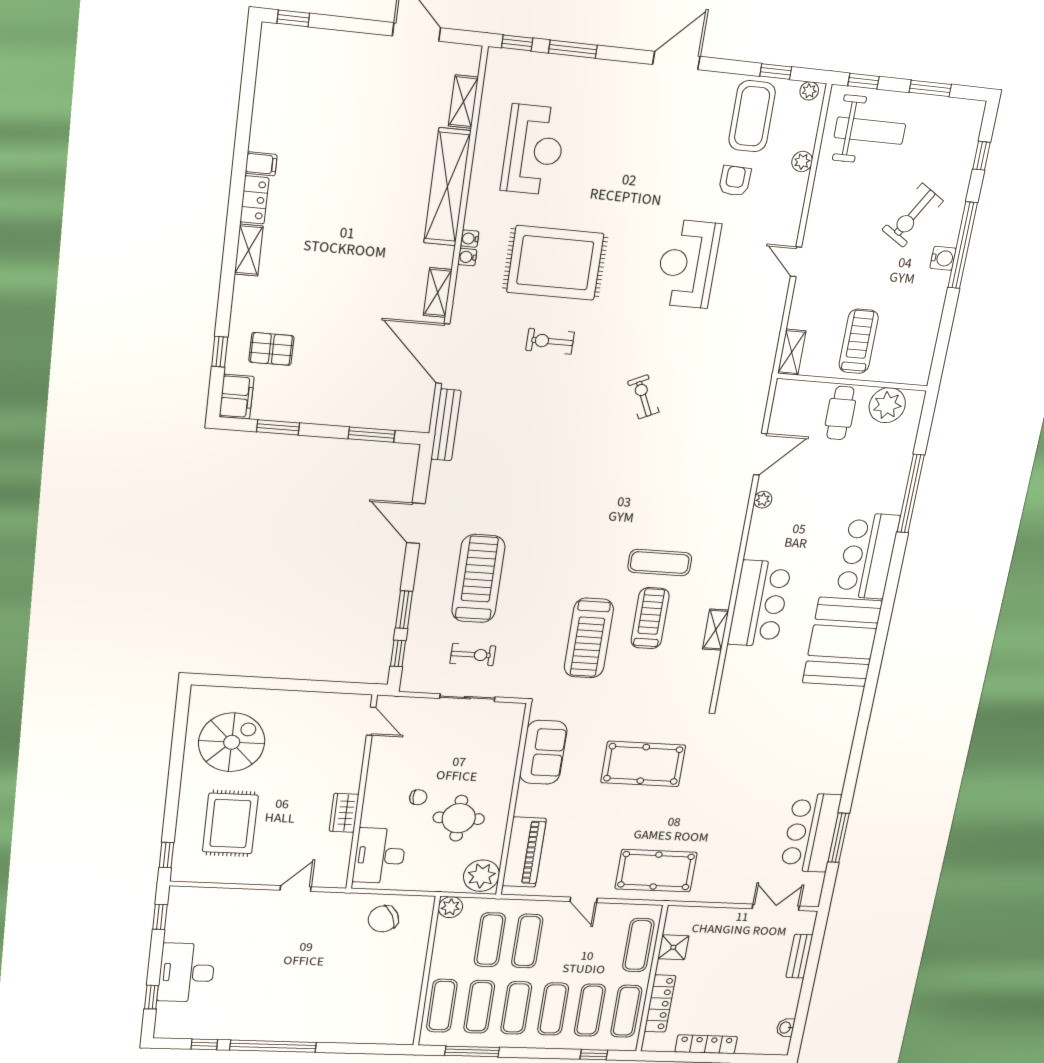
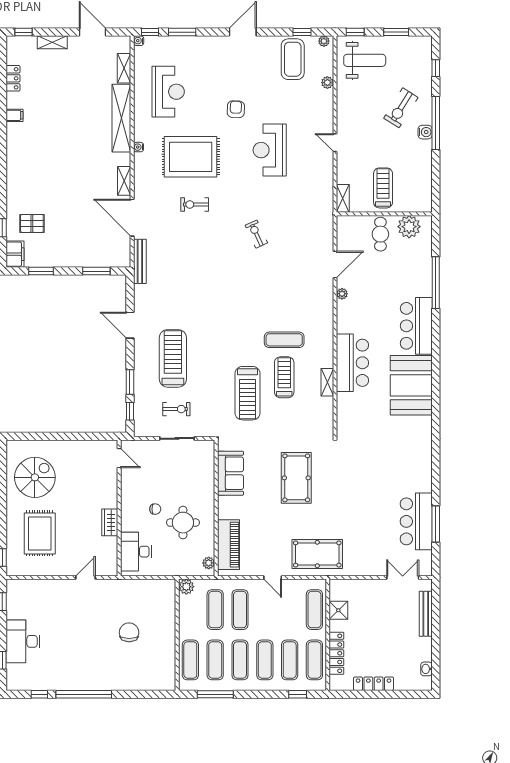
armchair: (735, 181) -> (236, 109), moved
locker: (254, 200) -> (13, 78), moved
shelving: (249, 250) -> (52, 42), moved, turned 90
water cooler: (467, 257) -> (139, 41), moved
pool table: (643, 764) -> (296, 478), turned 90
plant: (481, 876) -> (209, 563), width x0.53, depth x0.53
chair: (383, 919) -> (129, 632), moved, turned 117
bench: (799, 956) -> (426, 614), width x1.36

